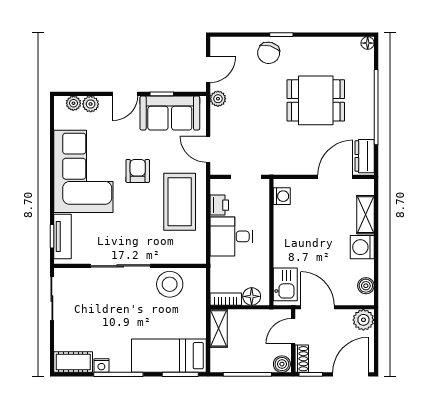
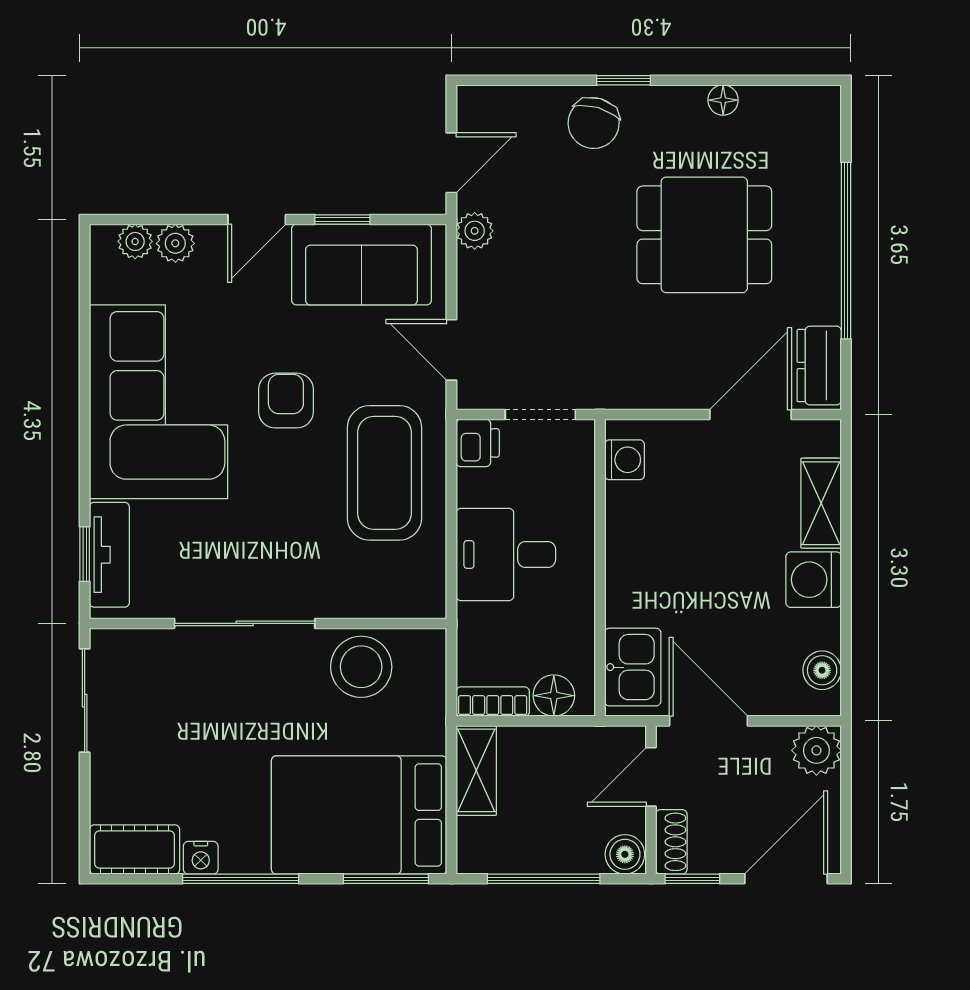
floor lamp: (368, 43) -> (723, 100), moved
printer: (219, 205) -> (478, 443), moved
bed: (169, 356) -> (359, 815), width x1.50

